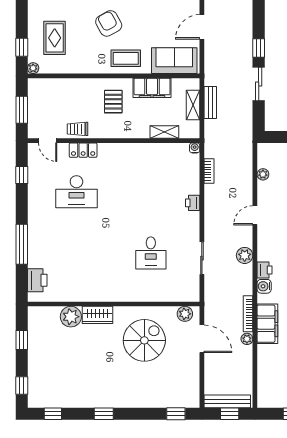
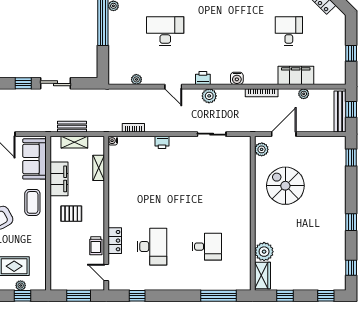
plant: (33, 68) -> (21, 285), moved
door: (48, 141) -> (106, 272), swing flipped
window: (22, 244) -> (219, 296), moved
desk: (151, 253) -> (207, 247), moved
printer: (264, 270) -> (203, 78), moved
printer: (37, 280) -> (231, 282), removed
wardrobe: (97, 315) -> (263, 276), moved
filing cabinet: (267, 324) -> (296, 75), moved
plant: (247, 339) -> (304, 94), moved

